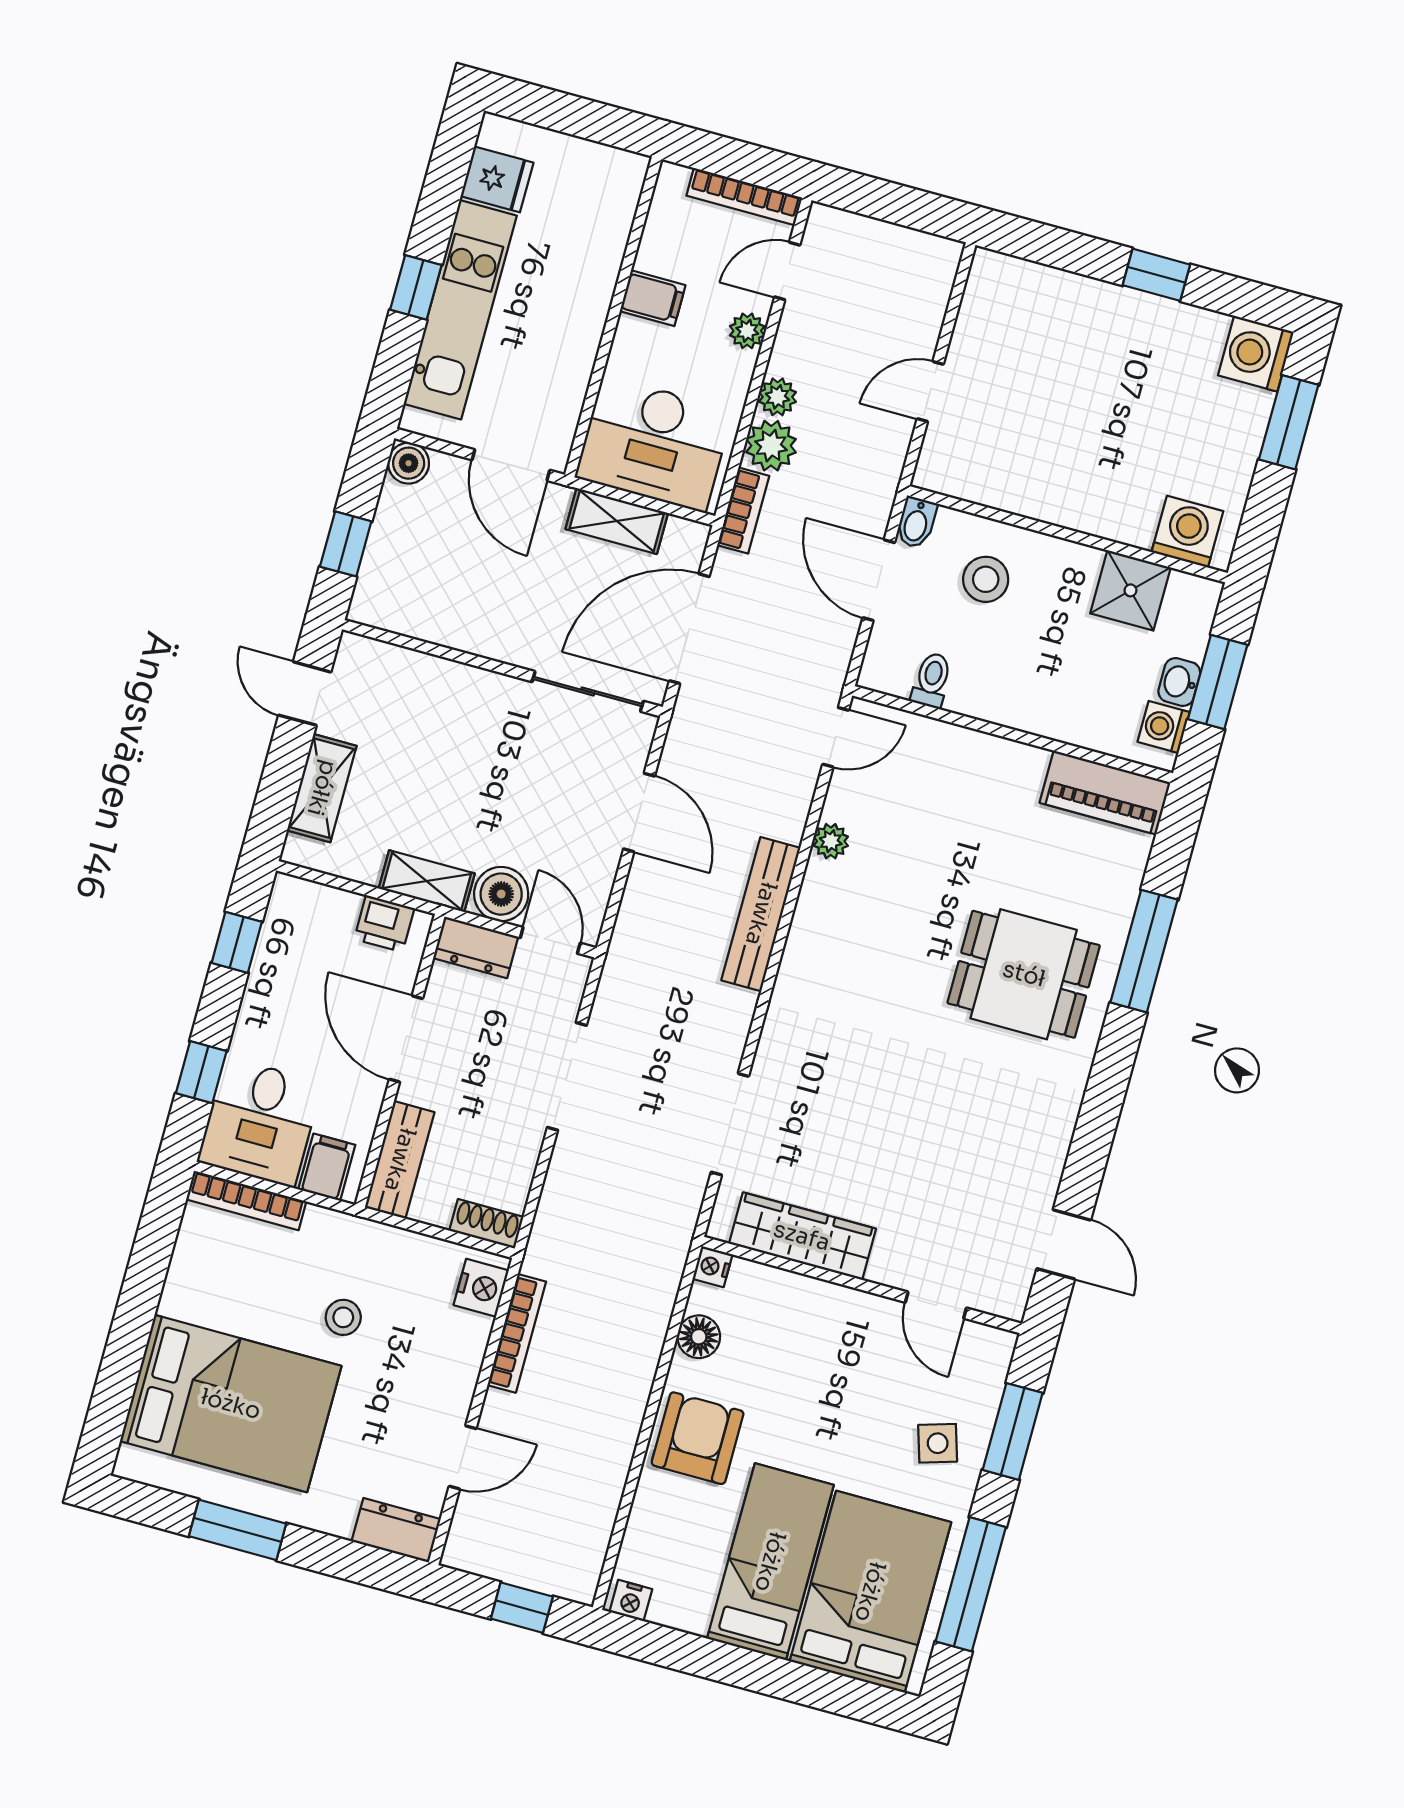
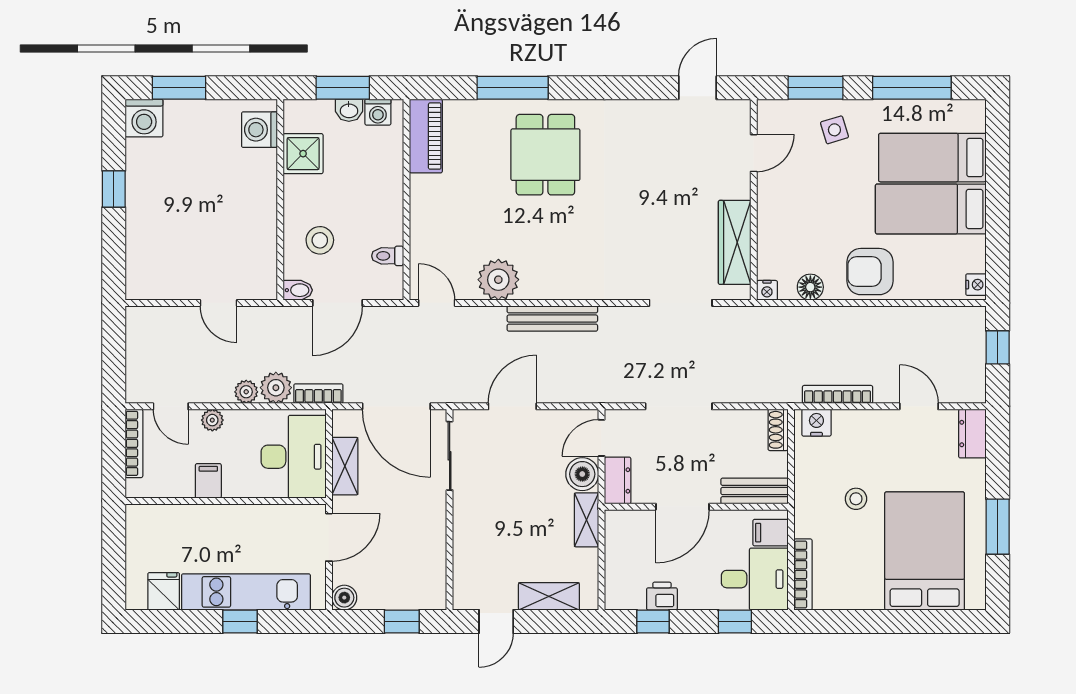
plant: (831, 841) -> (498, 280), width x1.88, depth x1.88
printer: (384, 924) -> (662, 596), moved, turned -90
bed: (870, 1592) -> (932, 158), width x0.67

